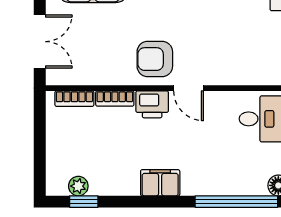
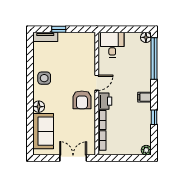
filing cabinet: (160, 183) -> (145, 97), width x0.50
plant: (78, 186) -> (146, 150), moved
window: (84, 202) -> (154, 117), moved

